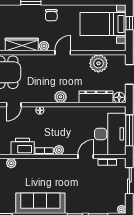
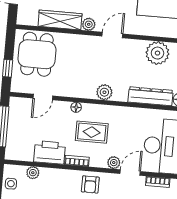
rug: (53, 128) -> (92, 132), added
plant: (59, 150) -> (114, 163), moved
armchair: (56, 168) -> (90, 185), added

